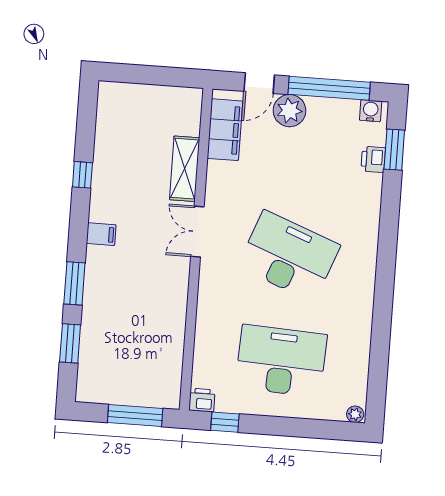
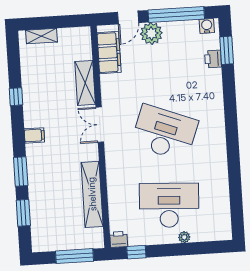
shelving: (131, 93) -> (42, 36), added
shelving: (173, 330) -> (92, 194), added
plant: (355, 414) -> (184, 237), moved

